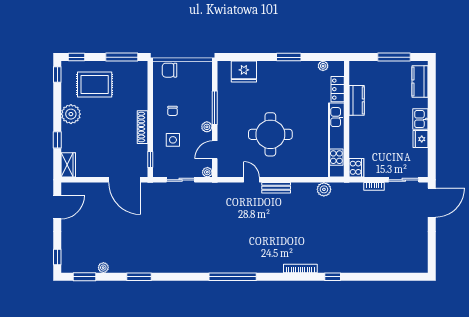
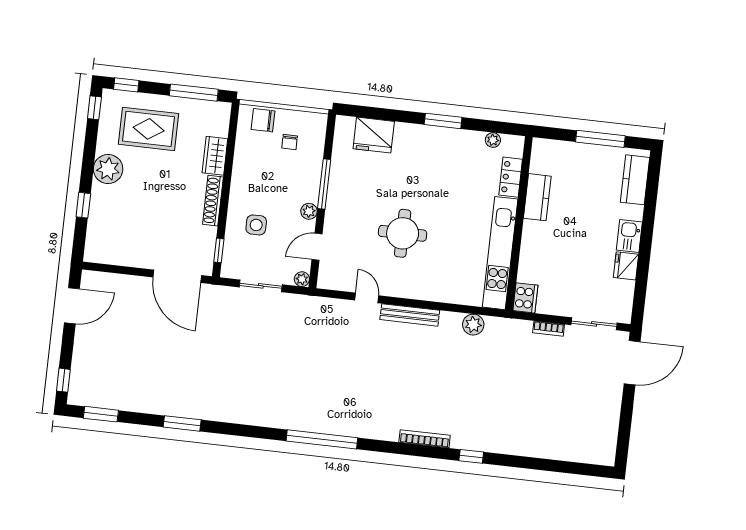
chair: (173, 111) -> (290, 142), moved
round table: (270, 134) -> (403, 233), width x0.73, depth x0.73
wardrobe: (68, 165) -> (215, 156), moved, turned 180
bench: (276, 188) -> (410, 315), width x1.36
plant: (103, 268) -> (130, 404), removed

